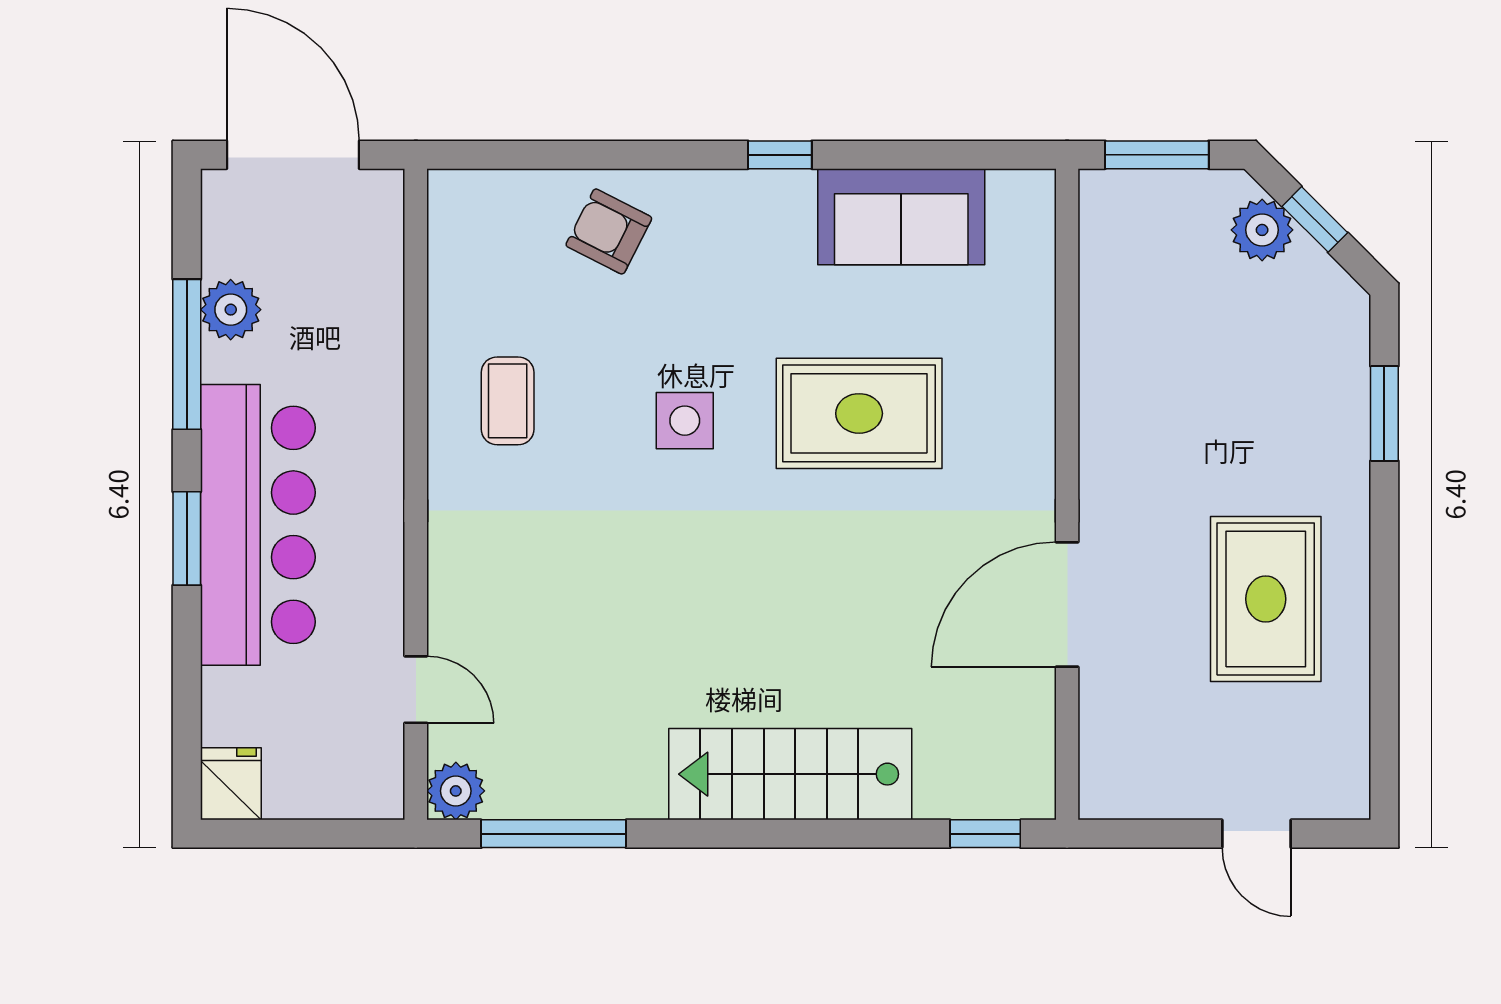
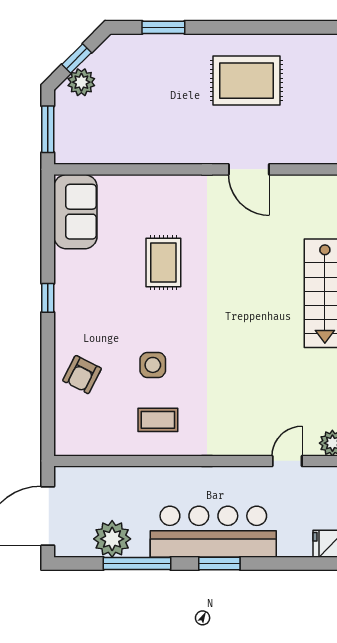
sofa: (901, 217) -> (75, 212), moved
plant: (231, 310) -> (112, 539), width x1.36, depth x1.36
rug: (859, 413) -> (163, 263), width x0.73, depth x0.70
side table: (685, 421) -> (153, 365), moved
door: (1067, 604) -> (249, 169), width x0.73

